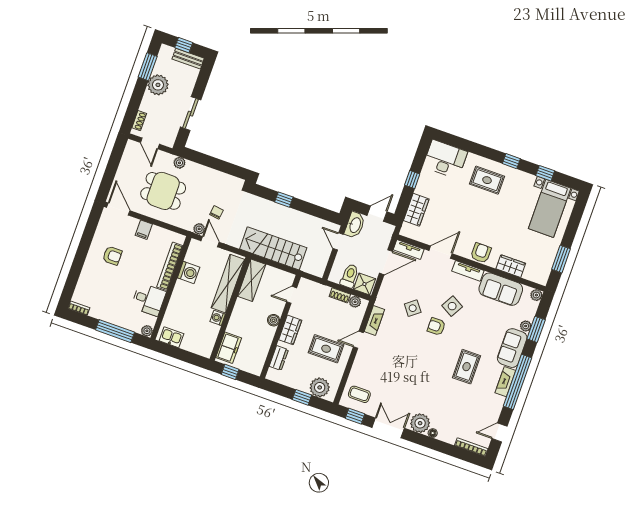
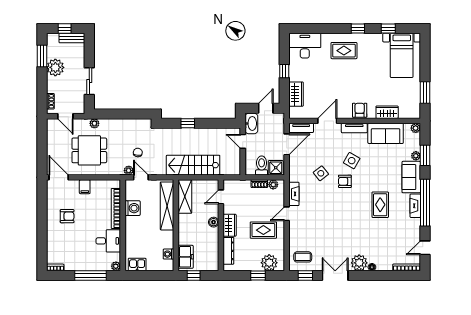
washing machine: (218, 318) -> (168, 254), moved
dresser: (279, 358) -> (228, 251), width x1.44

